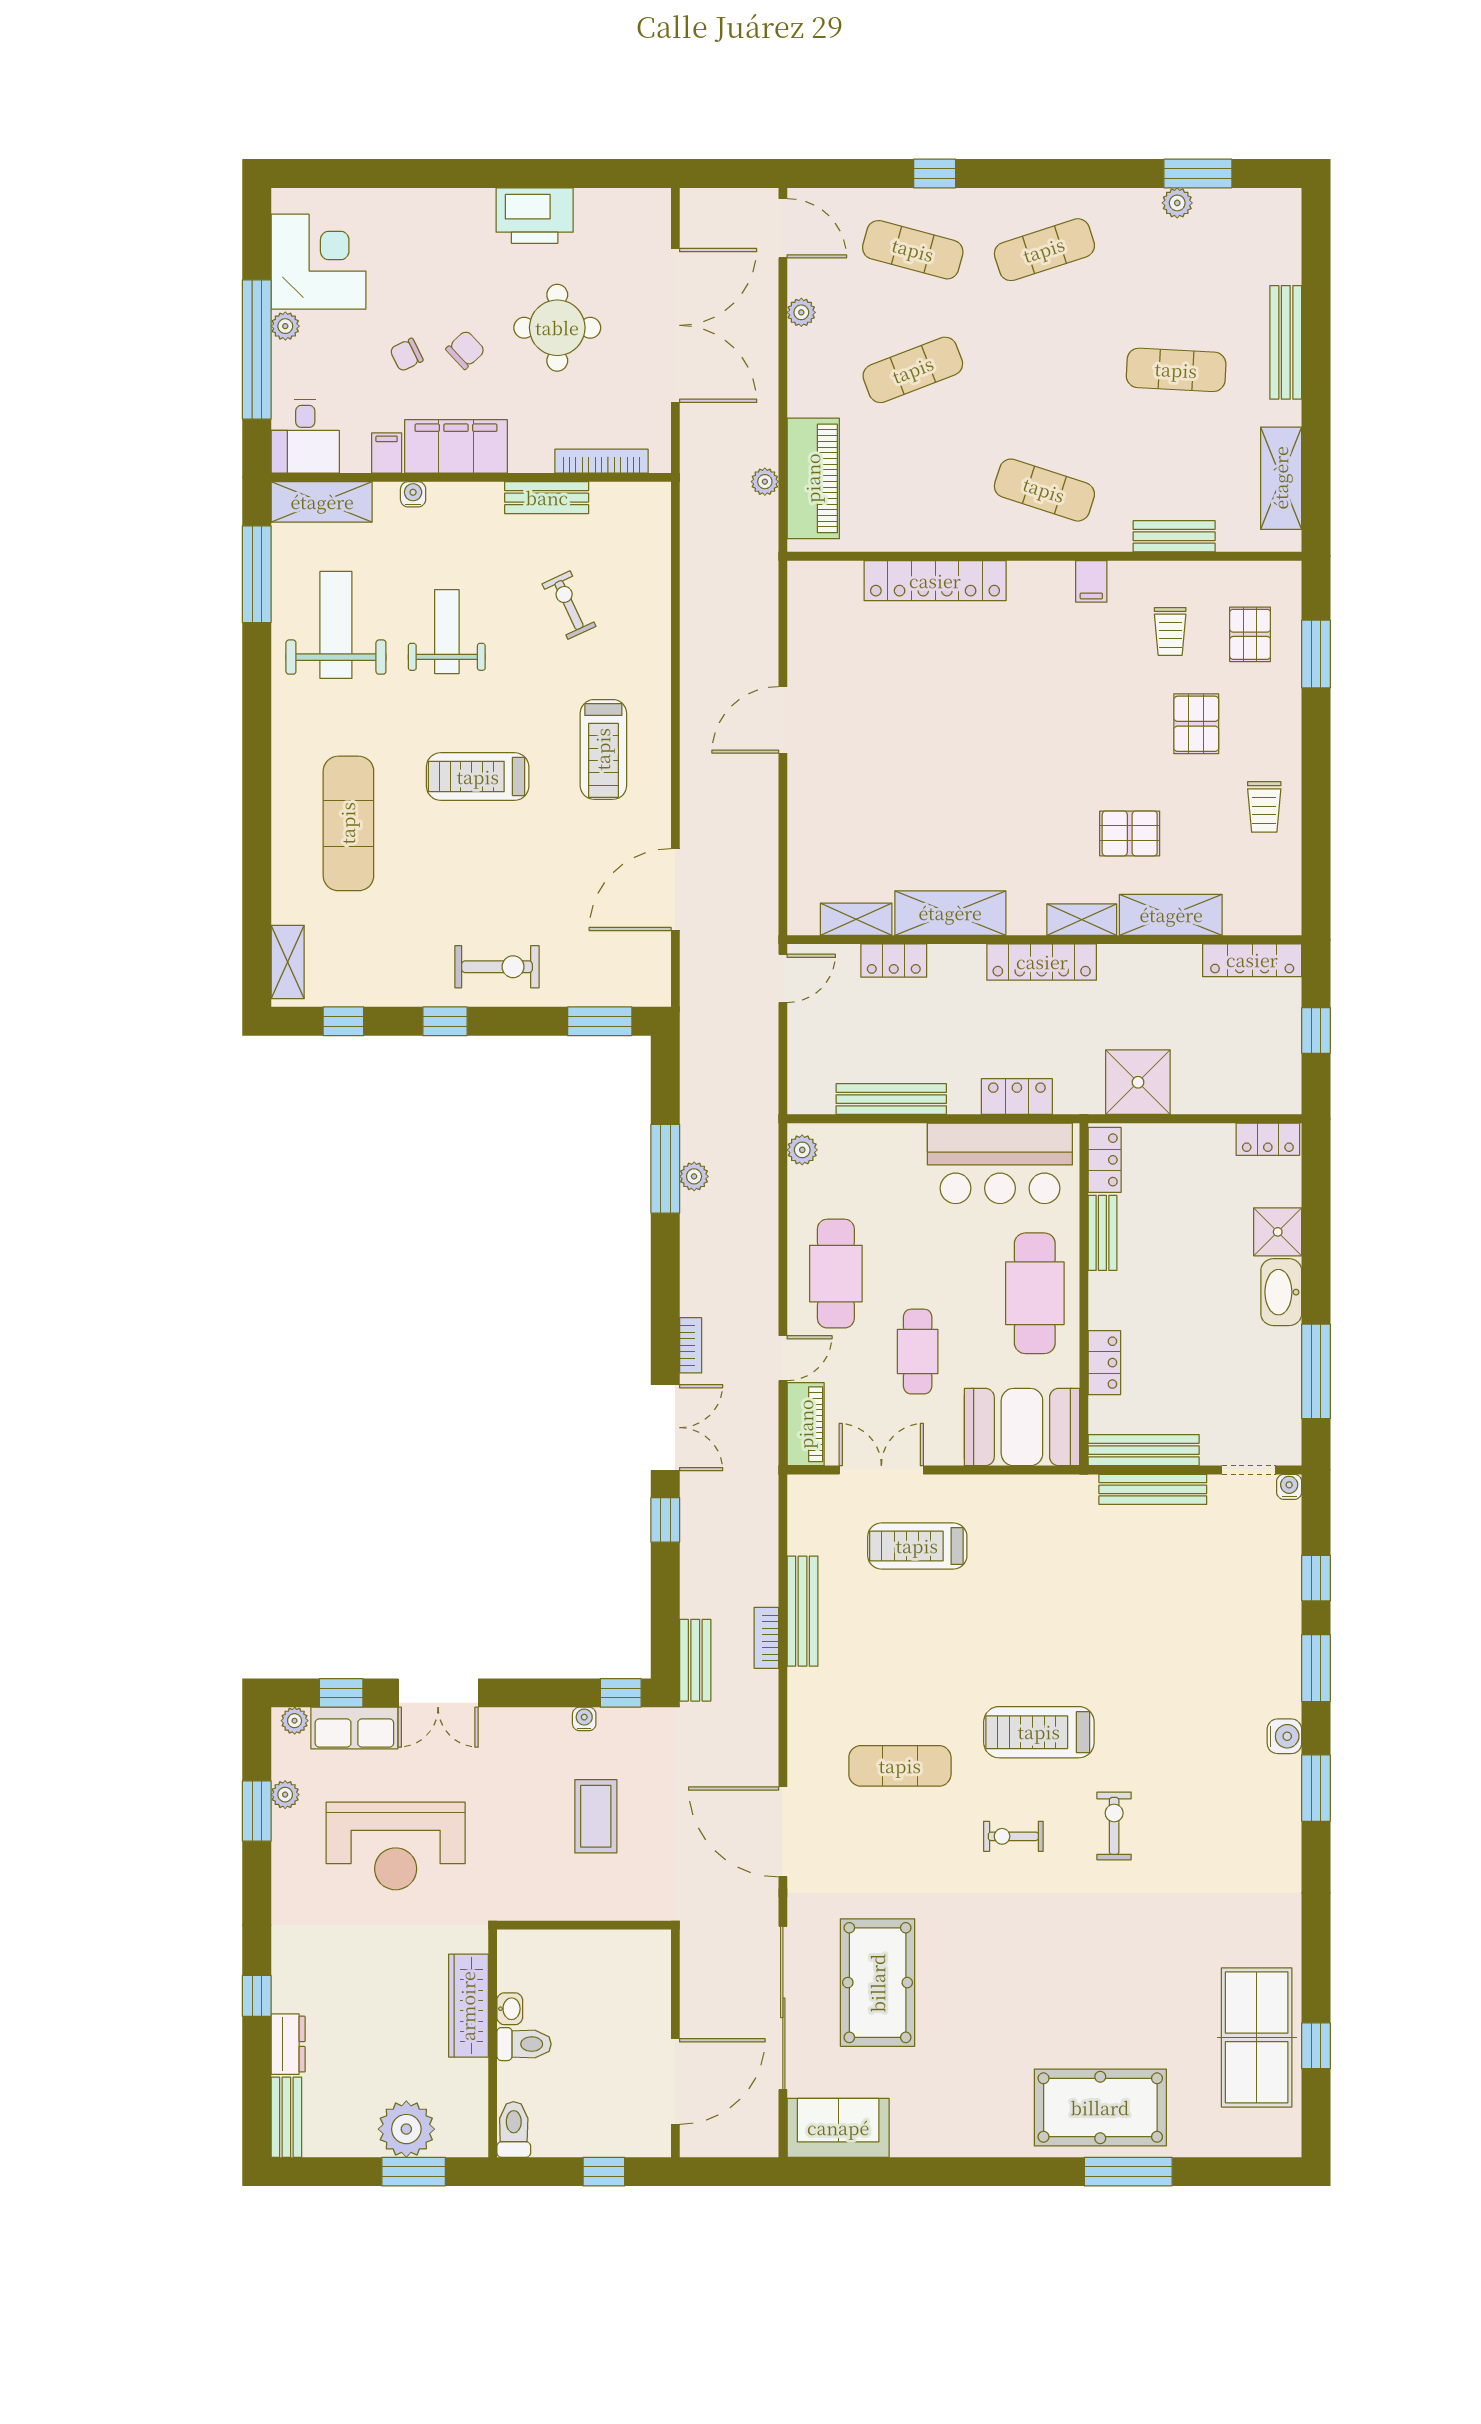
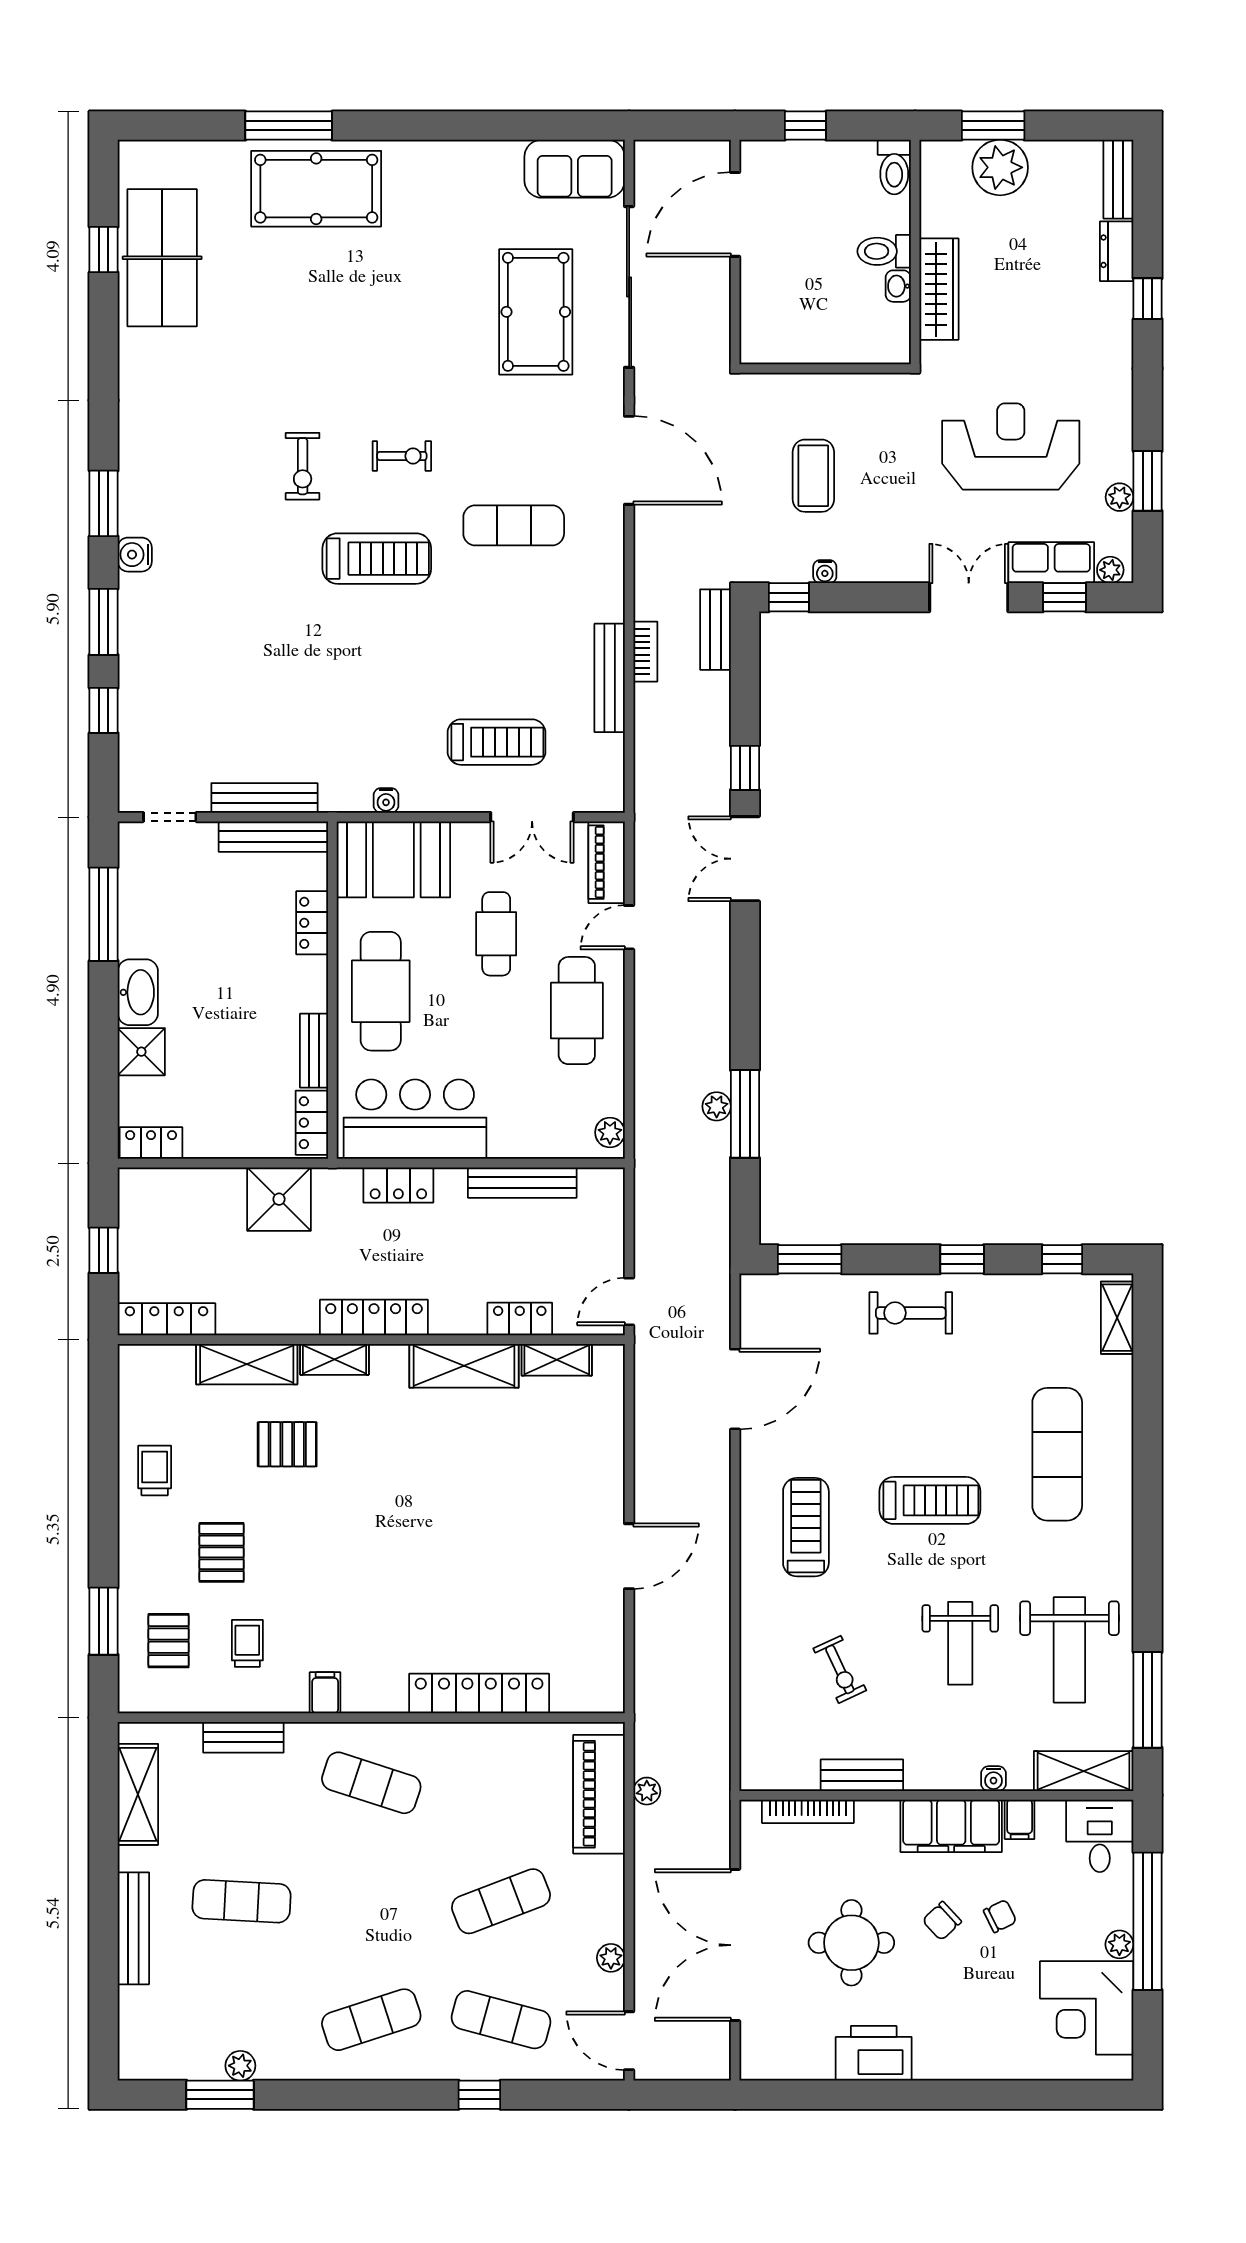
bookcase: (691, 1345) -> (720, 940), removed
water cooler: (1289, 1487) -> (386, 800), moved

